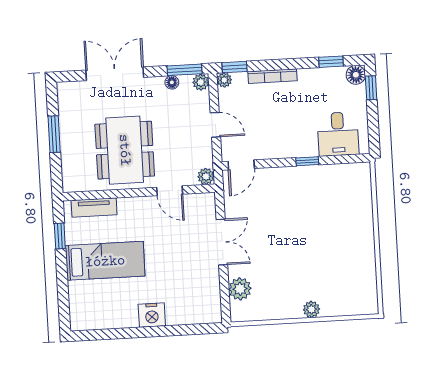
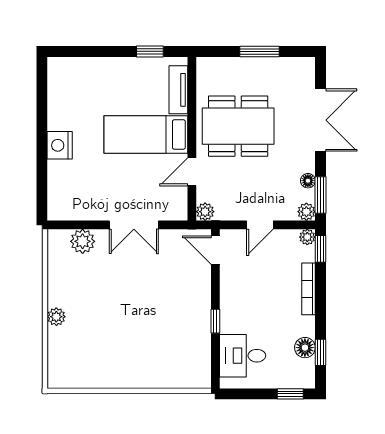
floor lamp: (356, 75) -> (305, 348), moved
bed: (105, 261) -> (146, 134), moved, turned 90

